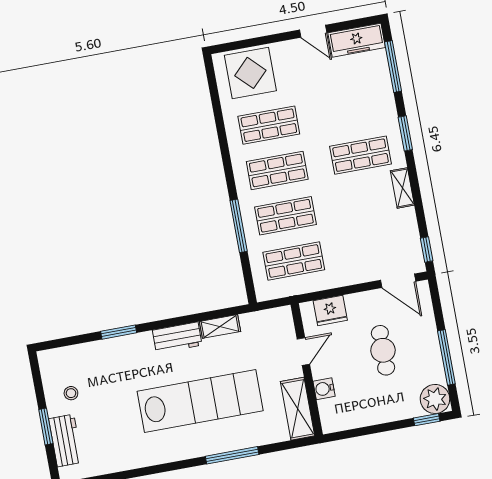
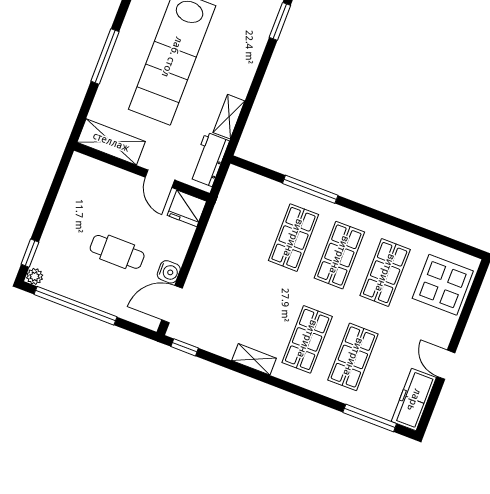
door: (313, 31) -> (446, 365), hinge flipped
window: (405, 133) -> (302, 392), removed
shop shelf: (294, 261) -> (353, 357), moved
fridge: (330, 311) -> (187, 208), moved, turned -90
workbench: (177, 338) -> (209, 159), moved
window: (446, 357) -> (76, 306), width x1.46
water cooler: (324, 389) -> (169, 272), moved, turned 90
plant: (435, 399) -> (35, 276), width x0.53, depth x0.53

